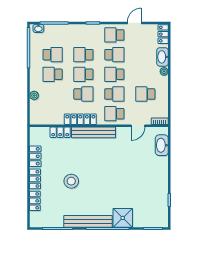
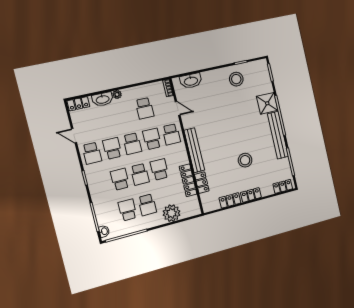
school desk: (83, 55) -> (120, 179), turned 180
plant: (34, 95) -> (171, 213), width x1.87, depth x1.87
locker: (80, 119) -> (188, 180), moved
stool: (154, 191) -> (236, 79), added
locker: (35, 201) -> (283, 186), moved

